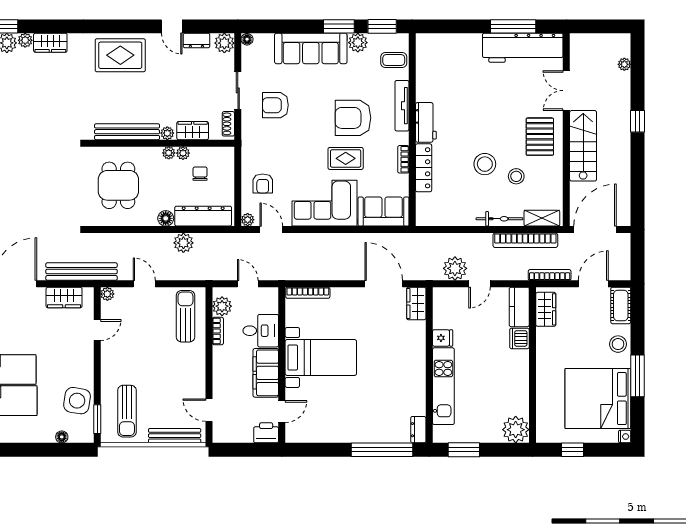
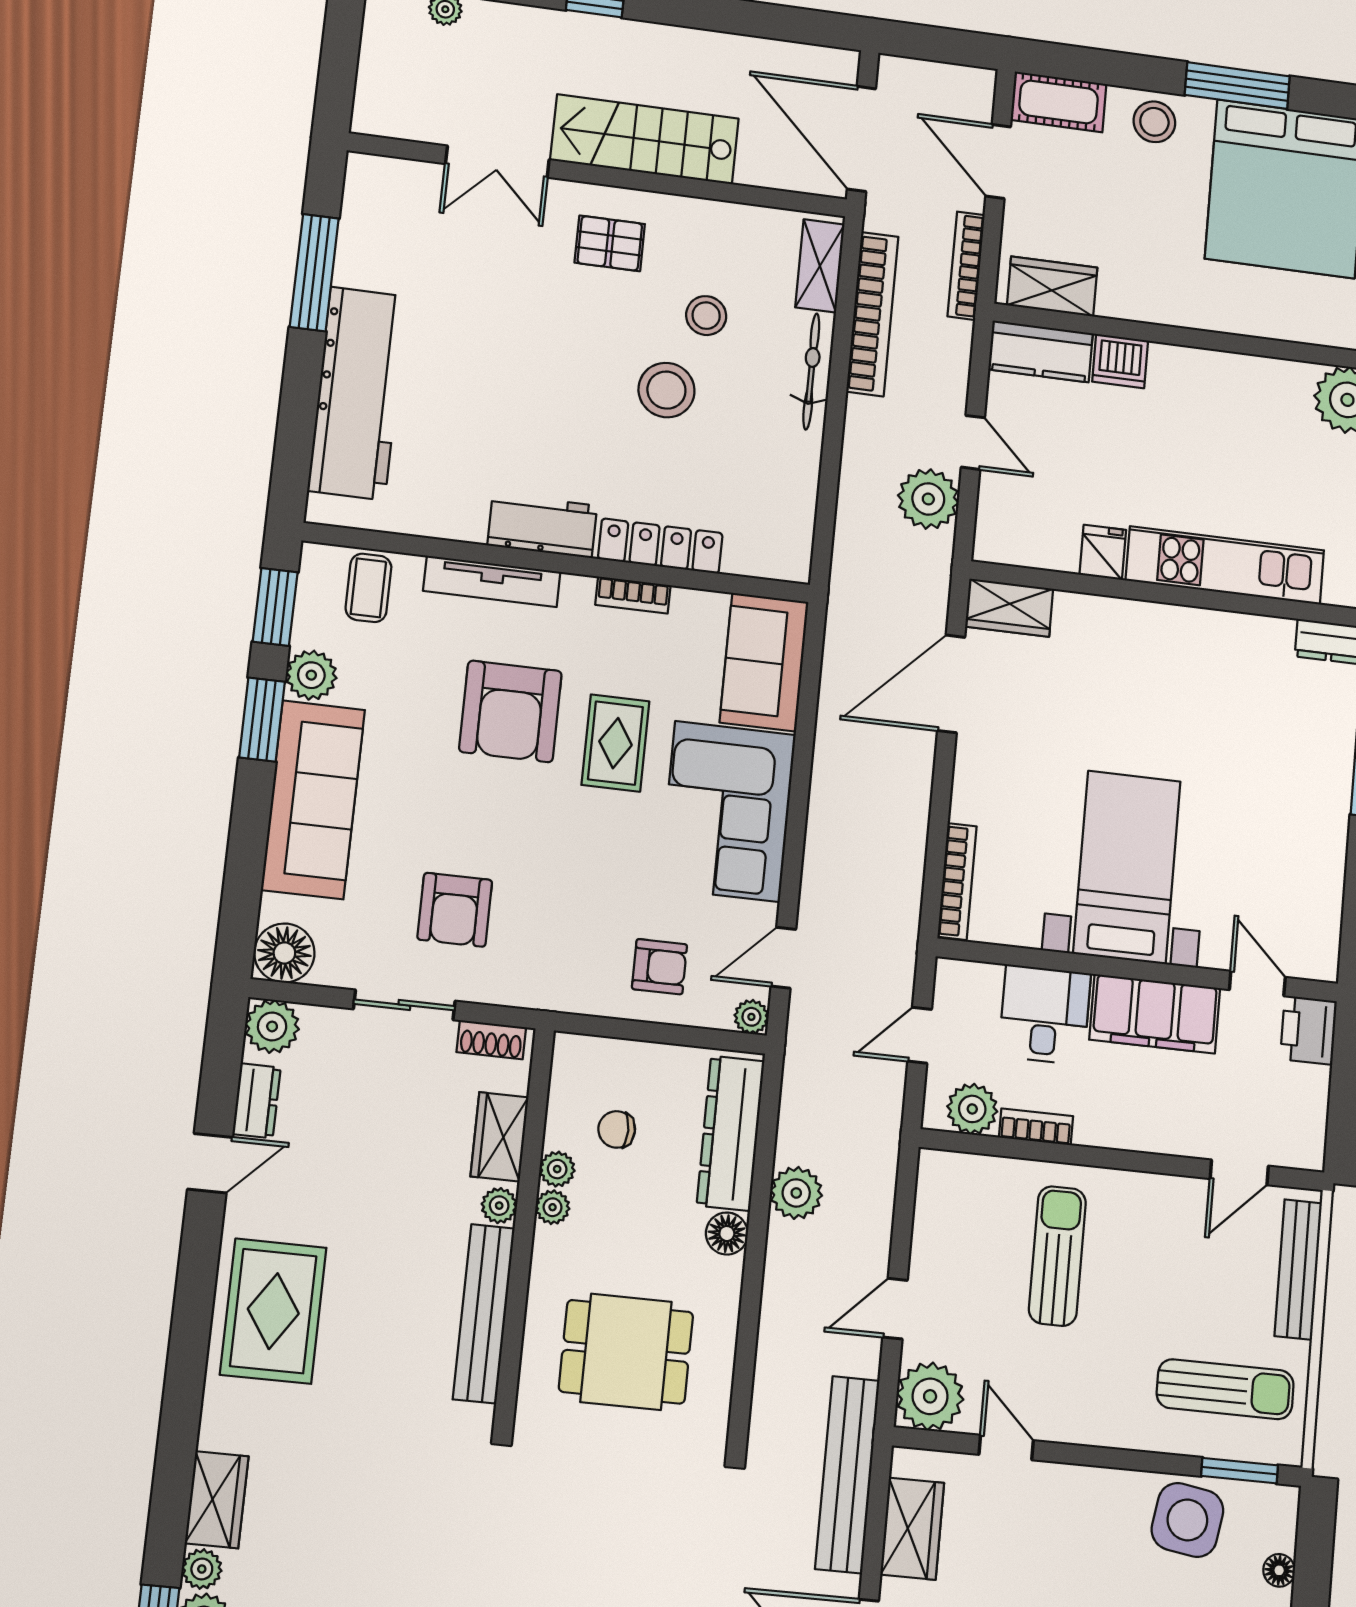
floor lamp: (247, 39) -> (284, 953), width x1.89, depth x1.89
workbench: (523, 48) -> (358, 393), moved
pallet: (540, 137) -> (610, 243), width x0.67, depth x0.71
plant: (107, 294) -> (930, 1396), width x1.88, depth x1.88
sun lounger: (185, 316) -> (1057, 1256), moved, turned 90

